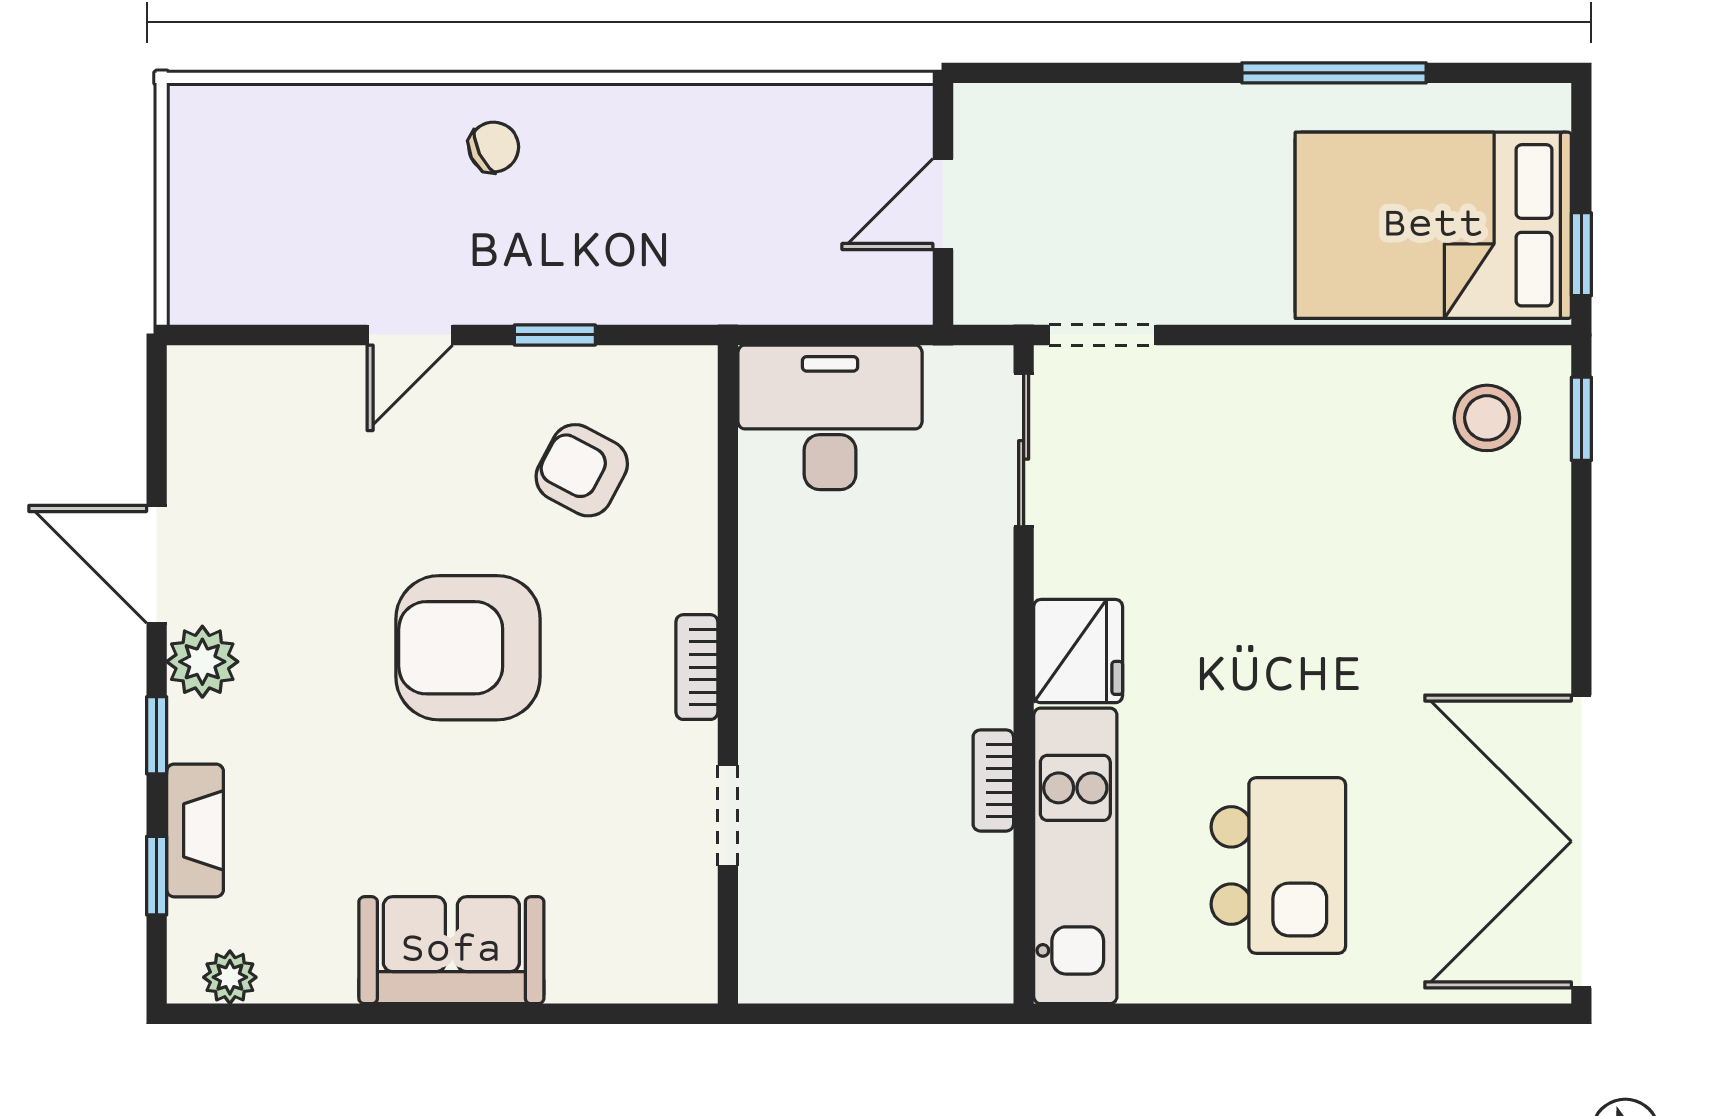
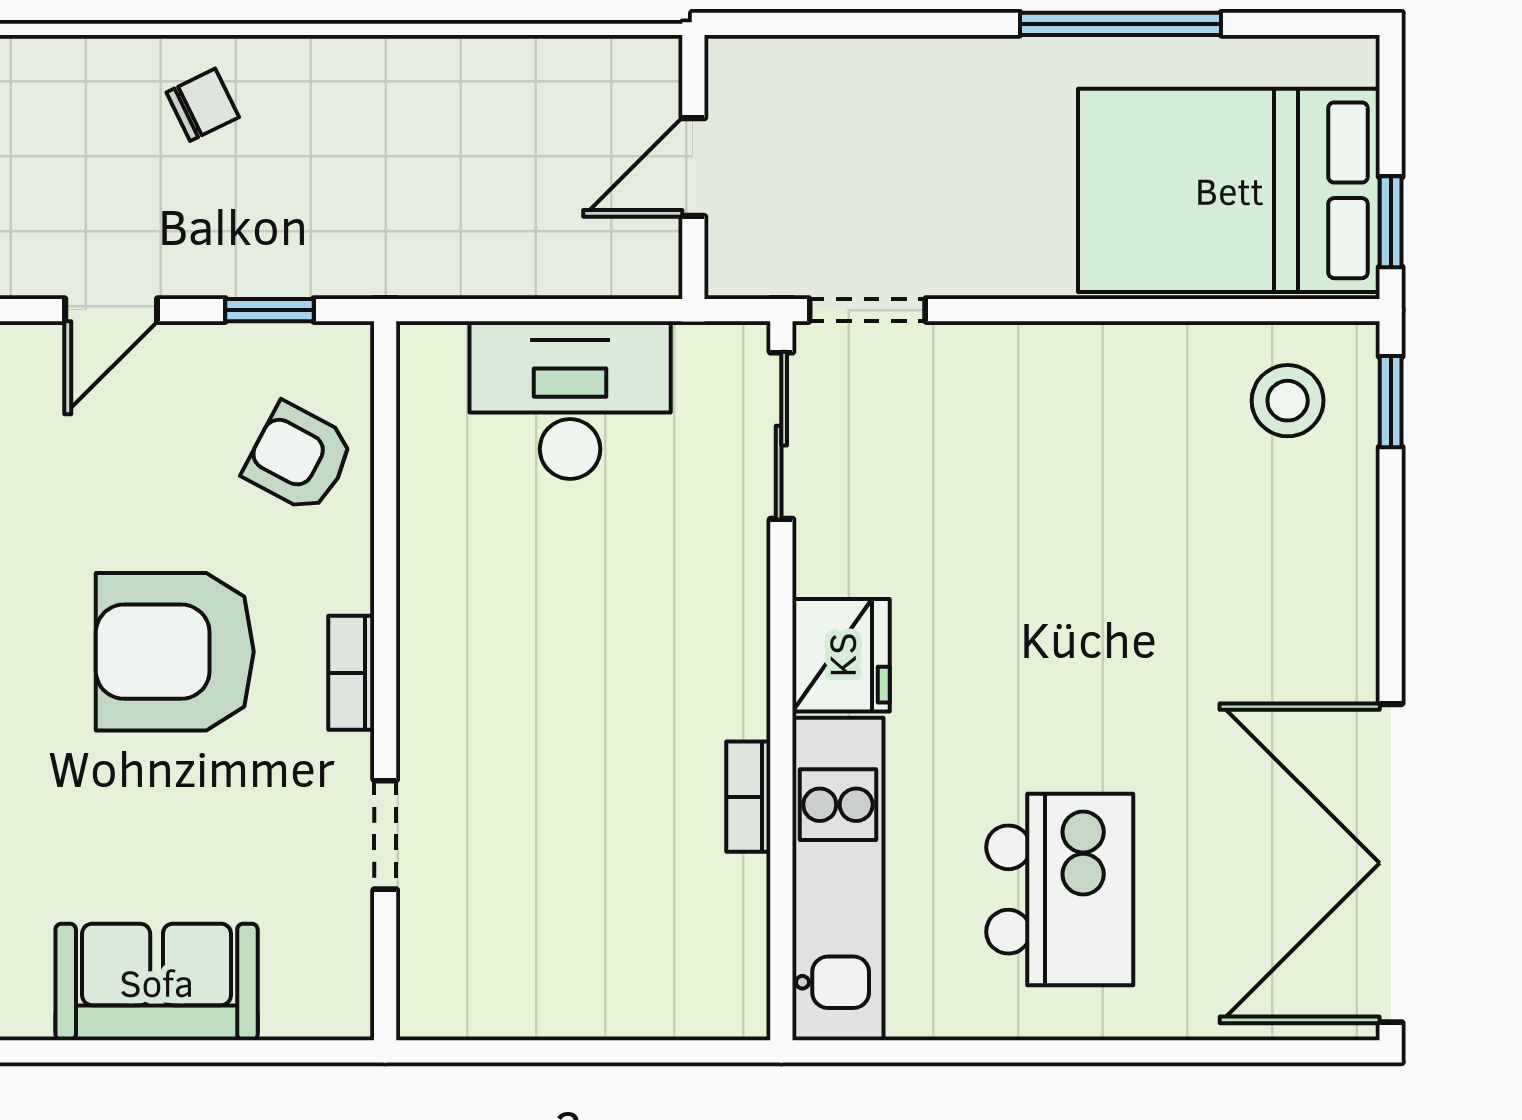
bookcase: (697, 667) -> (351, 673), moved
wall: (728, 674) -> (385, 681), moved
doorway: (728, 815) -> (385, 835), moved

